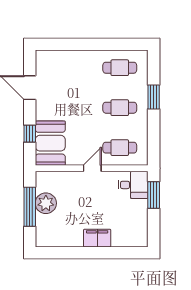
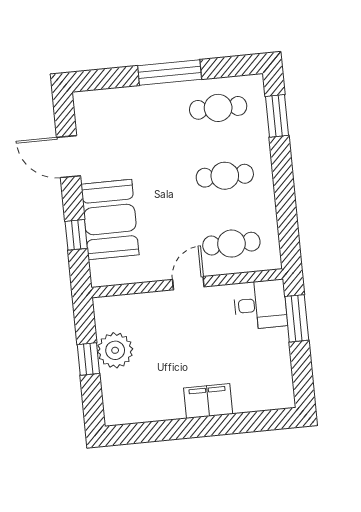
window: (93, 44) -> (170, 72), added
window: (154, 97) -> (277, 116), moved
booth: (50, 143) -> (110, 219), moved
window: (30, 207) -> (88, 359), width x0.46

